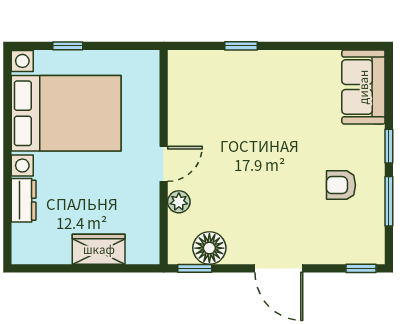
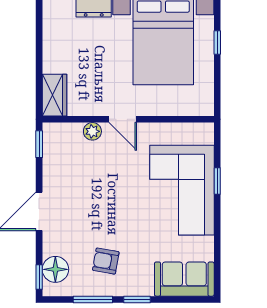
corner sofa: (252, 90) -> (182, 190), added
armchair: (341, 185) -> (106, 261), turned -80
floor lamp: (209, 248) -> (55, 269), moved
wardrobe: (99, 249) -> (54, 95), moved

